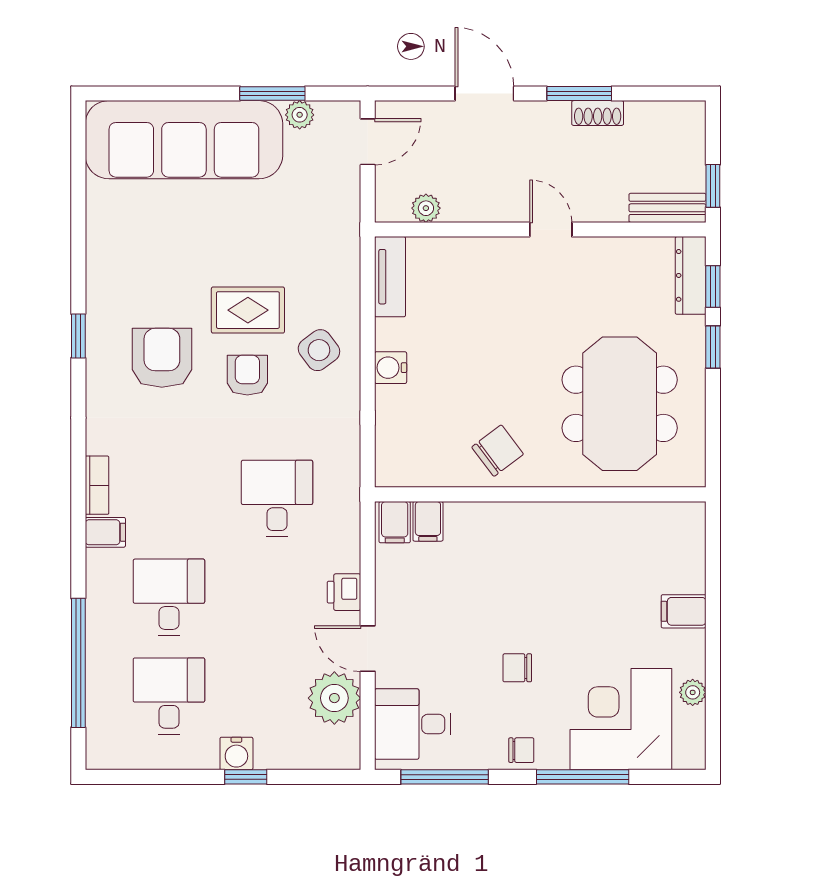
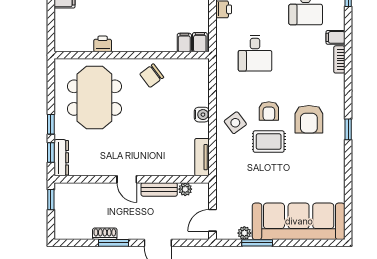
bench: (667, 208) -> (159, 189), moved
printer: (602, 518) -> (103, 44), added

